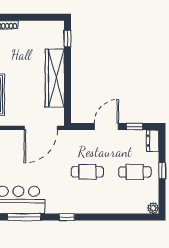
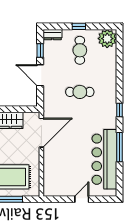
door: (41, 128) -> (41, 133), hinge flipped
cafe table: (87, 172) -> (80, 92), turned 90
plant: (153, 208) -> (107, 39), width x1.88, depth x1.88

